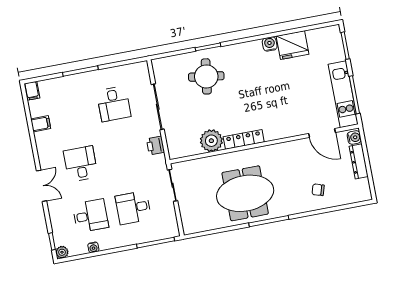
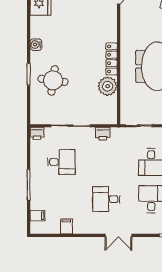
water cooler: (270, 44) -> (36, 45), moved
printer: (141, 69) -> (37, 133), added
filing cabinet: (32, 91) -> (37, 216), moved
double door: (41, 186) -> (118, 235), swing flipped

